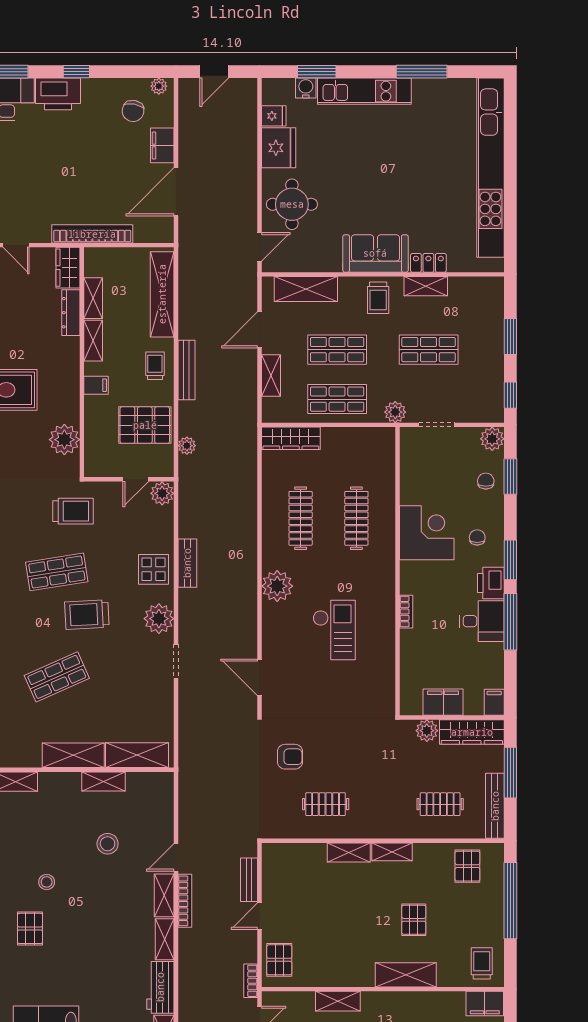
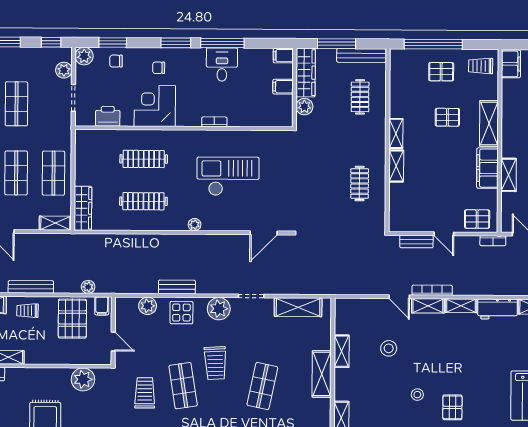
shelving: (271, 375) -> (55, 223), moved
filing cabinet: (96, 385) -> (102, 306), moved, turned 180
plant: (395, 412) -> (64, 70), moved
door: (136, 479) -> (113, 342), moved
plant: (162, 493) -> (148, 306), moved
trolley: (73, 511) -> (145, 393), moved
printer: (491, 583) -> (108, 116), moved, turned 180
plant: (277, 586) -> (195, 225), width x0.53, depth x0.53
checkout: (334, 630) -> (228, 176), width x1.36, depth x1.21
shop shelf: (57, 677) -> (262, 386), turned 36
filing cabinet: (443, 702) -> (283, 87), width x0.50
shelving: (137, 755) -> (298, 307), moved, turned 90
armchair: (290, 757) -> (324, 210), removed
pallet: (467, 866) -> (441, 72), moved
pallet: (30, 928) -> (452, 407), turned 90
filing cabinet: (347, 973) -> (487, 168), added

